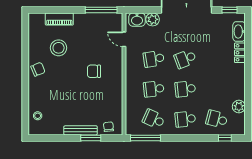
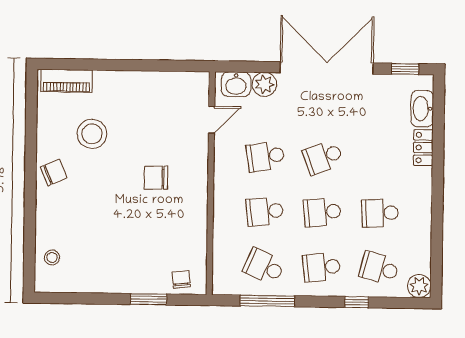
window: (101, 10) -> (171, 66), removed
piano: (59, 19) -> (67, 81), moved
door: (124, 39) -> (212, 120), swing flipped
school desk: (217, 89) -> (380, 213), added
plant: (239, 107) -> (419, 286), moved
bench: (81, 130) -> (130, 285), removed
window: (145, 138) -> (267, 301), moved
window: (225, 138) -> (357, 302), moved

